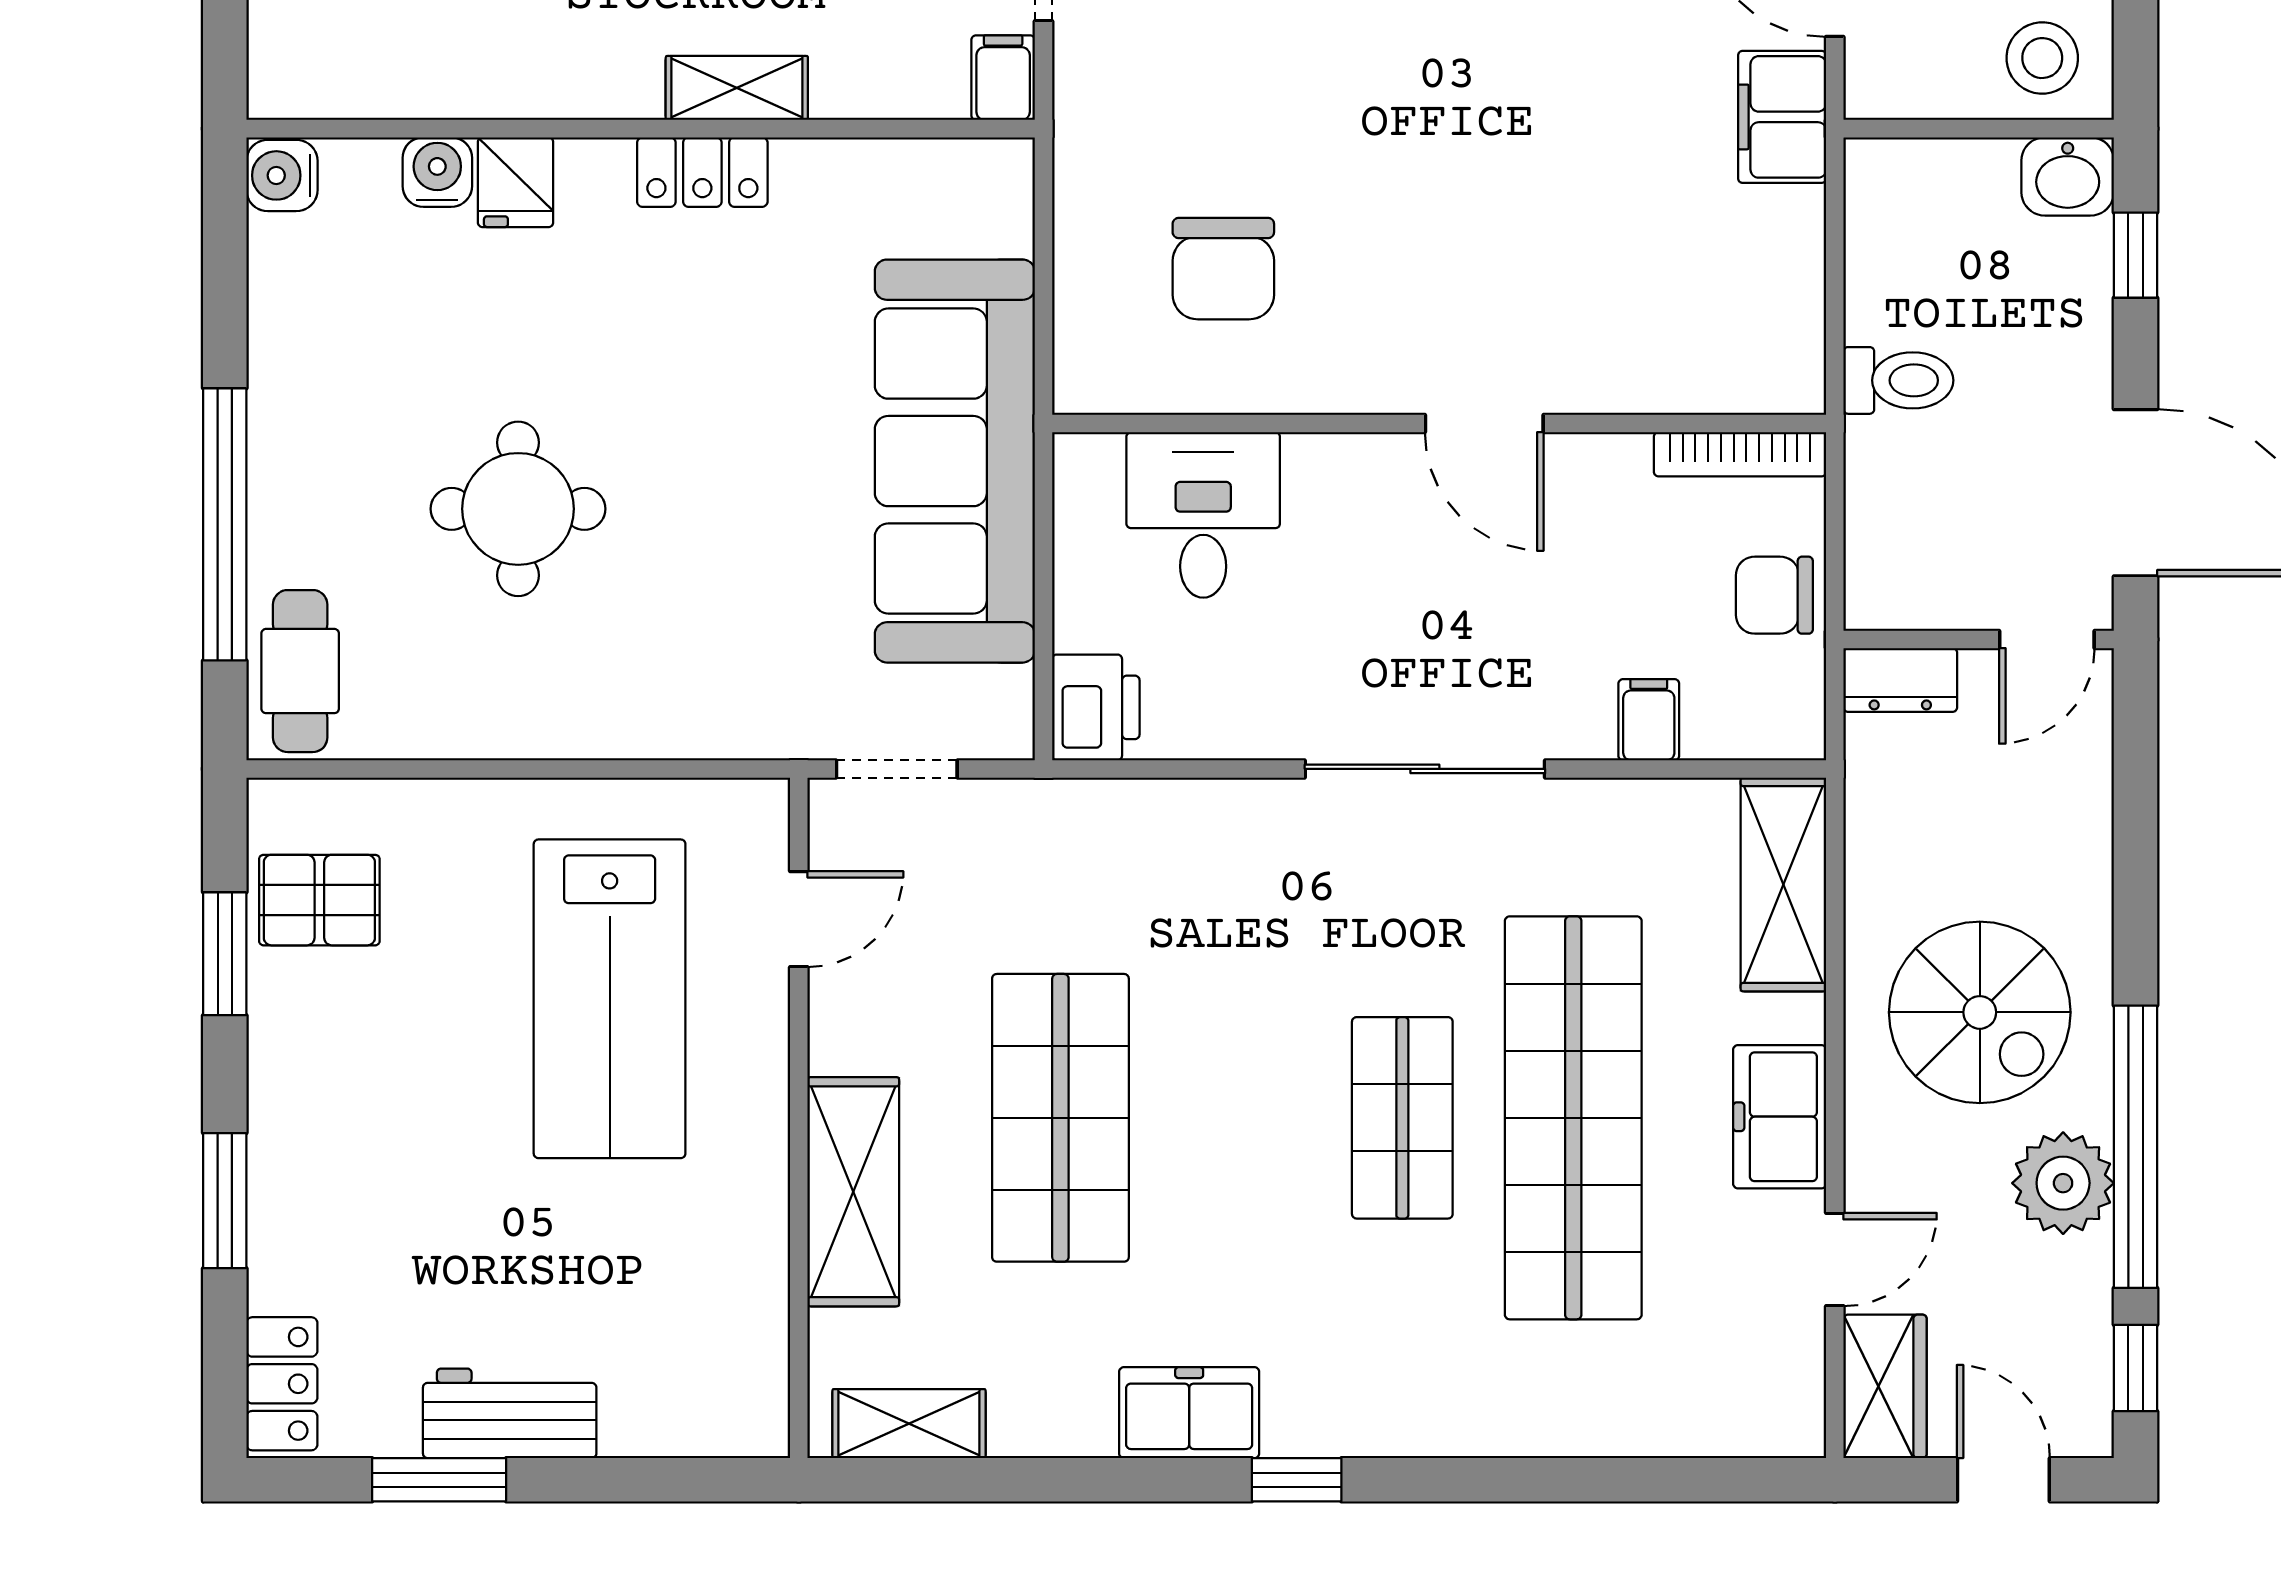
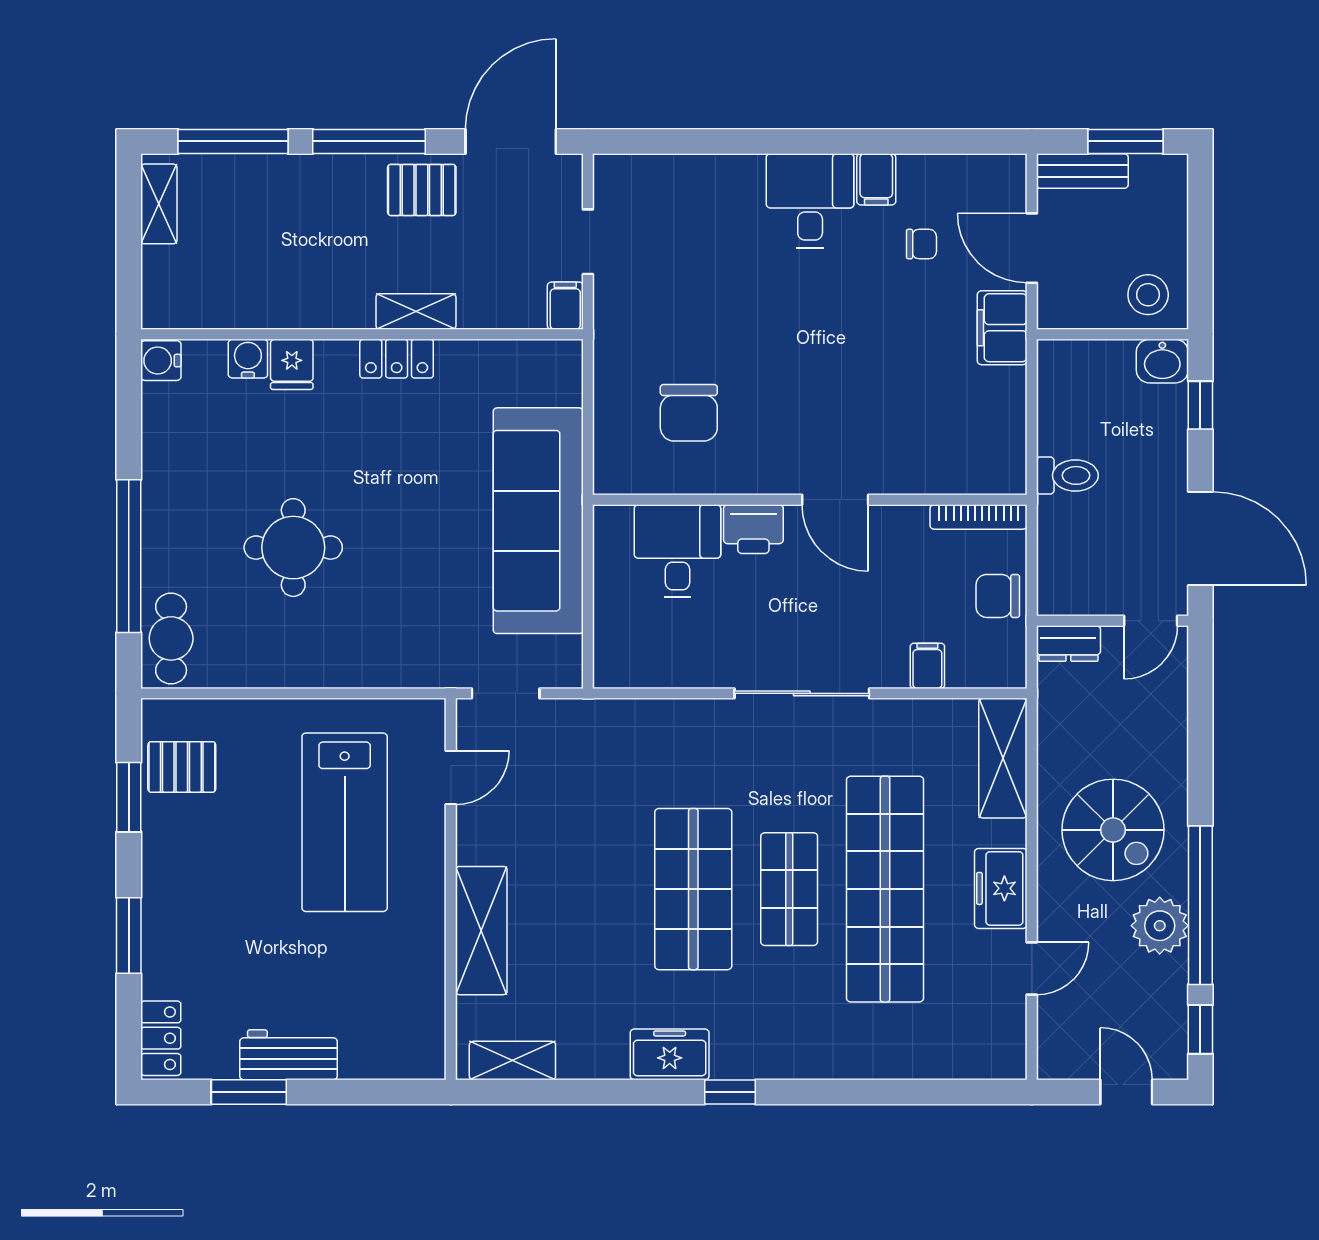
printer: (1096, 707) -> (753, 529), moved, turned 90
shop shelf: (1060, 1118) -> (693, 889), moved
wardrobe: (1885, 1386) -> (1060, 1040), removed

